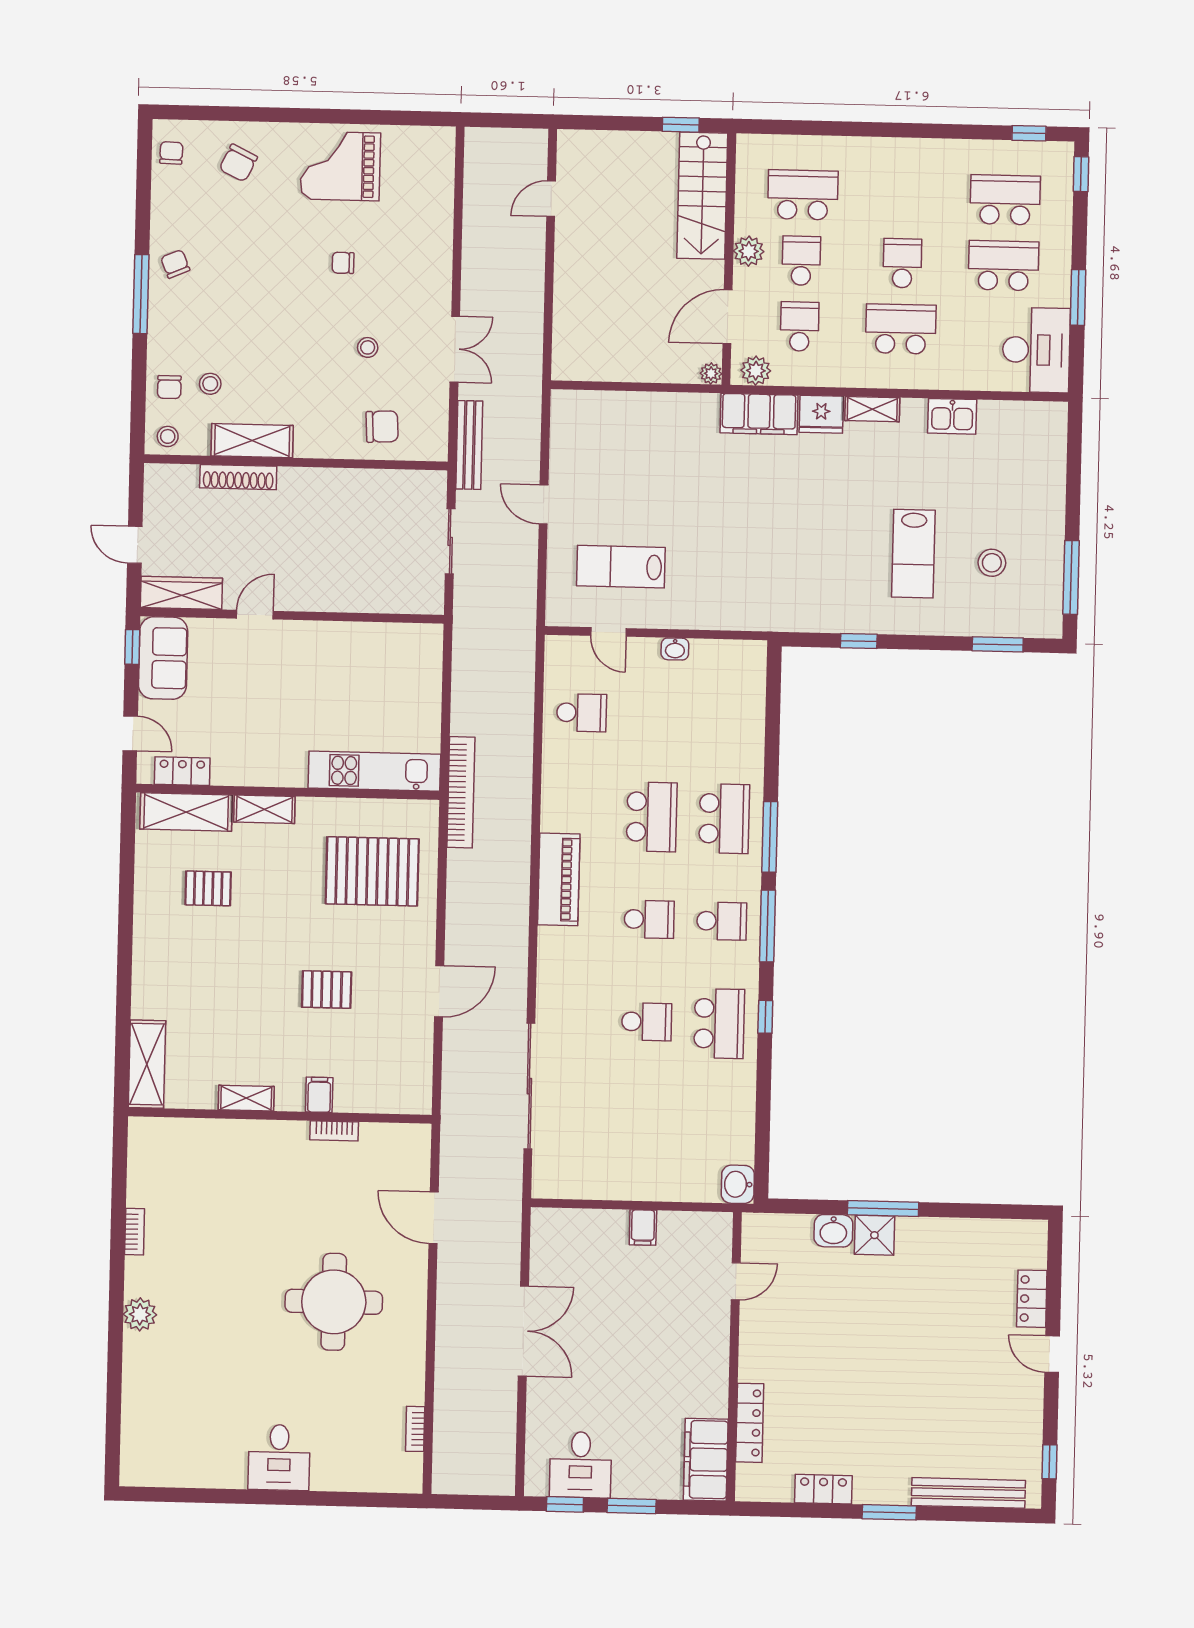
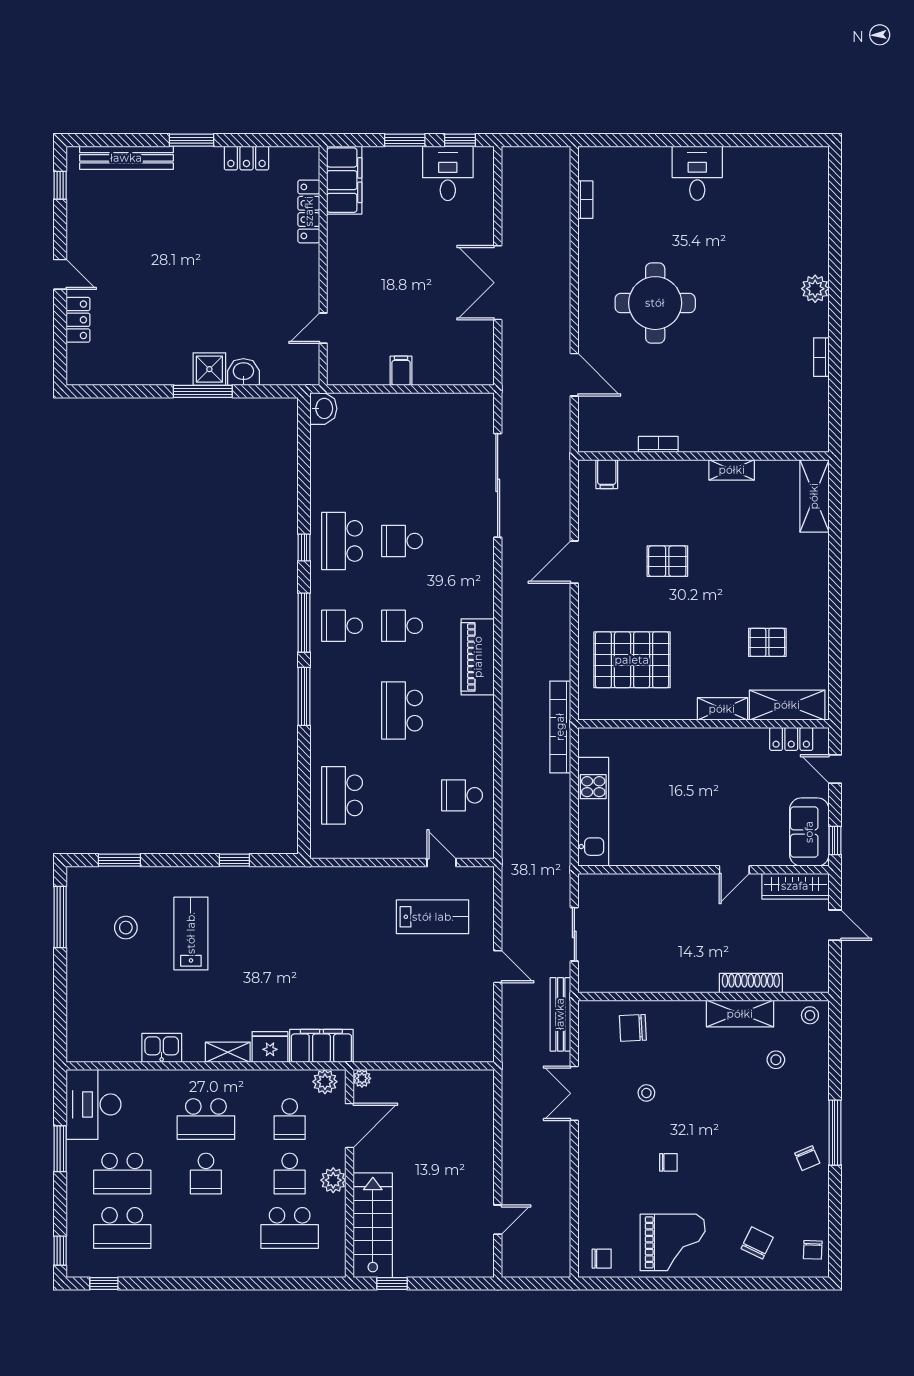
chair: (169, 387) -> (602, 1259), moved, turned 90
washbasin: (675, 649) -> (386, 850), removed
kitchen unit: (374, 771) -> (593, 812), moved, turned -90
school desk: (724, 819) -> (342, 795), moved
filing cabinet: (319, 1095) -> (607, 474), moved

